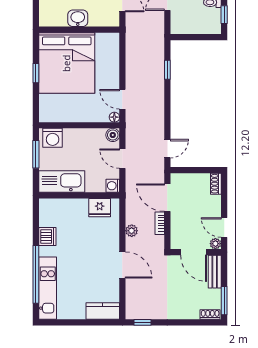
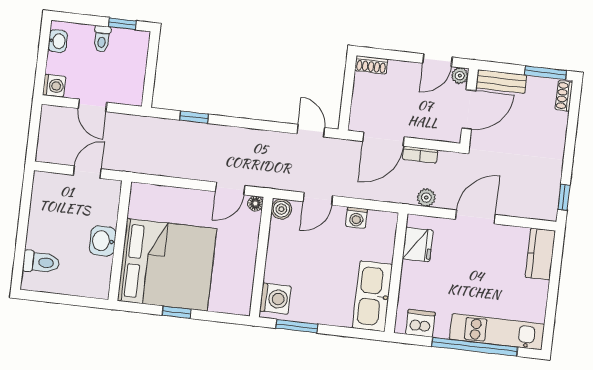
kitchen sink: (62, 181) -> (372, 296), moved
wall: (79, 195) -> (396, 273), moved
fridge: (100, 208) -> (418, 244), moved

